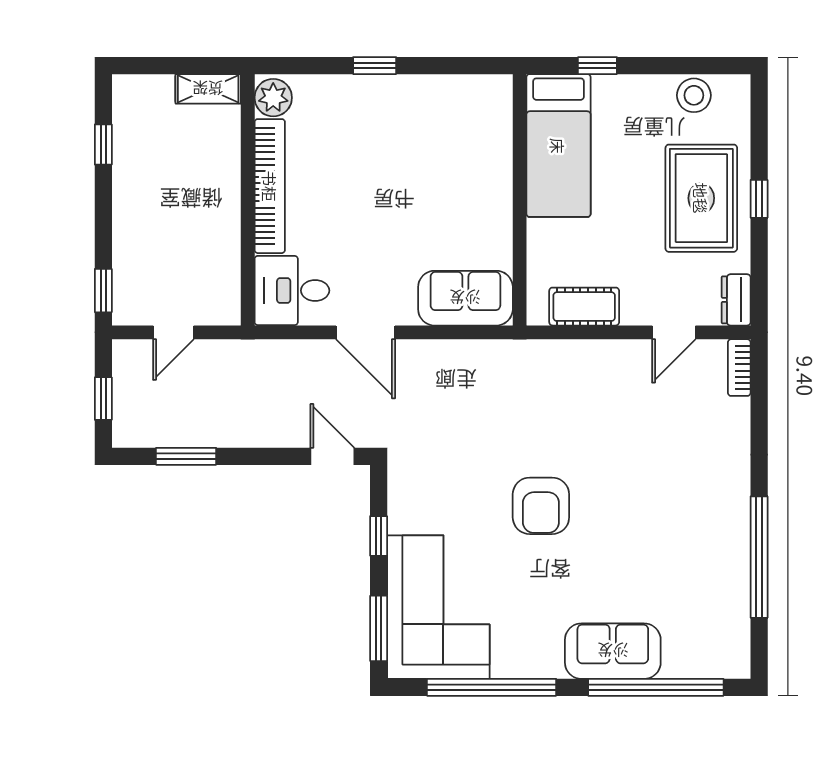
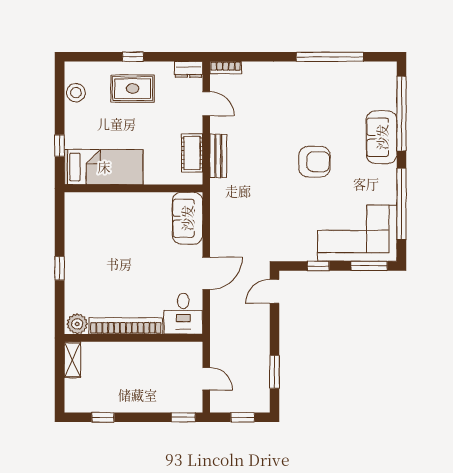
rug: (701, 198) -> (133, 89), width x0.73, depth x0.70
bench: (579, 354) -> (218, 156), added
armchair: (541, 506) -> (314, 162), moved

